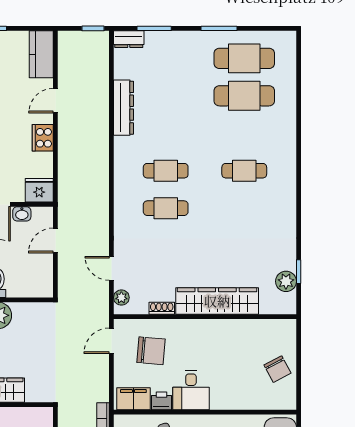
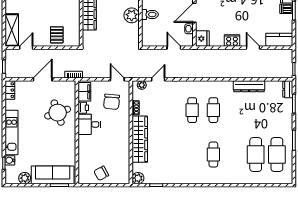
plant: (286, 281) -> (138, 178), moved

